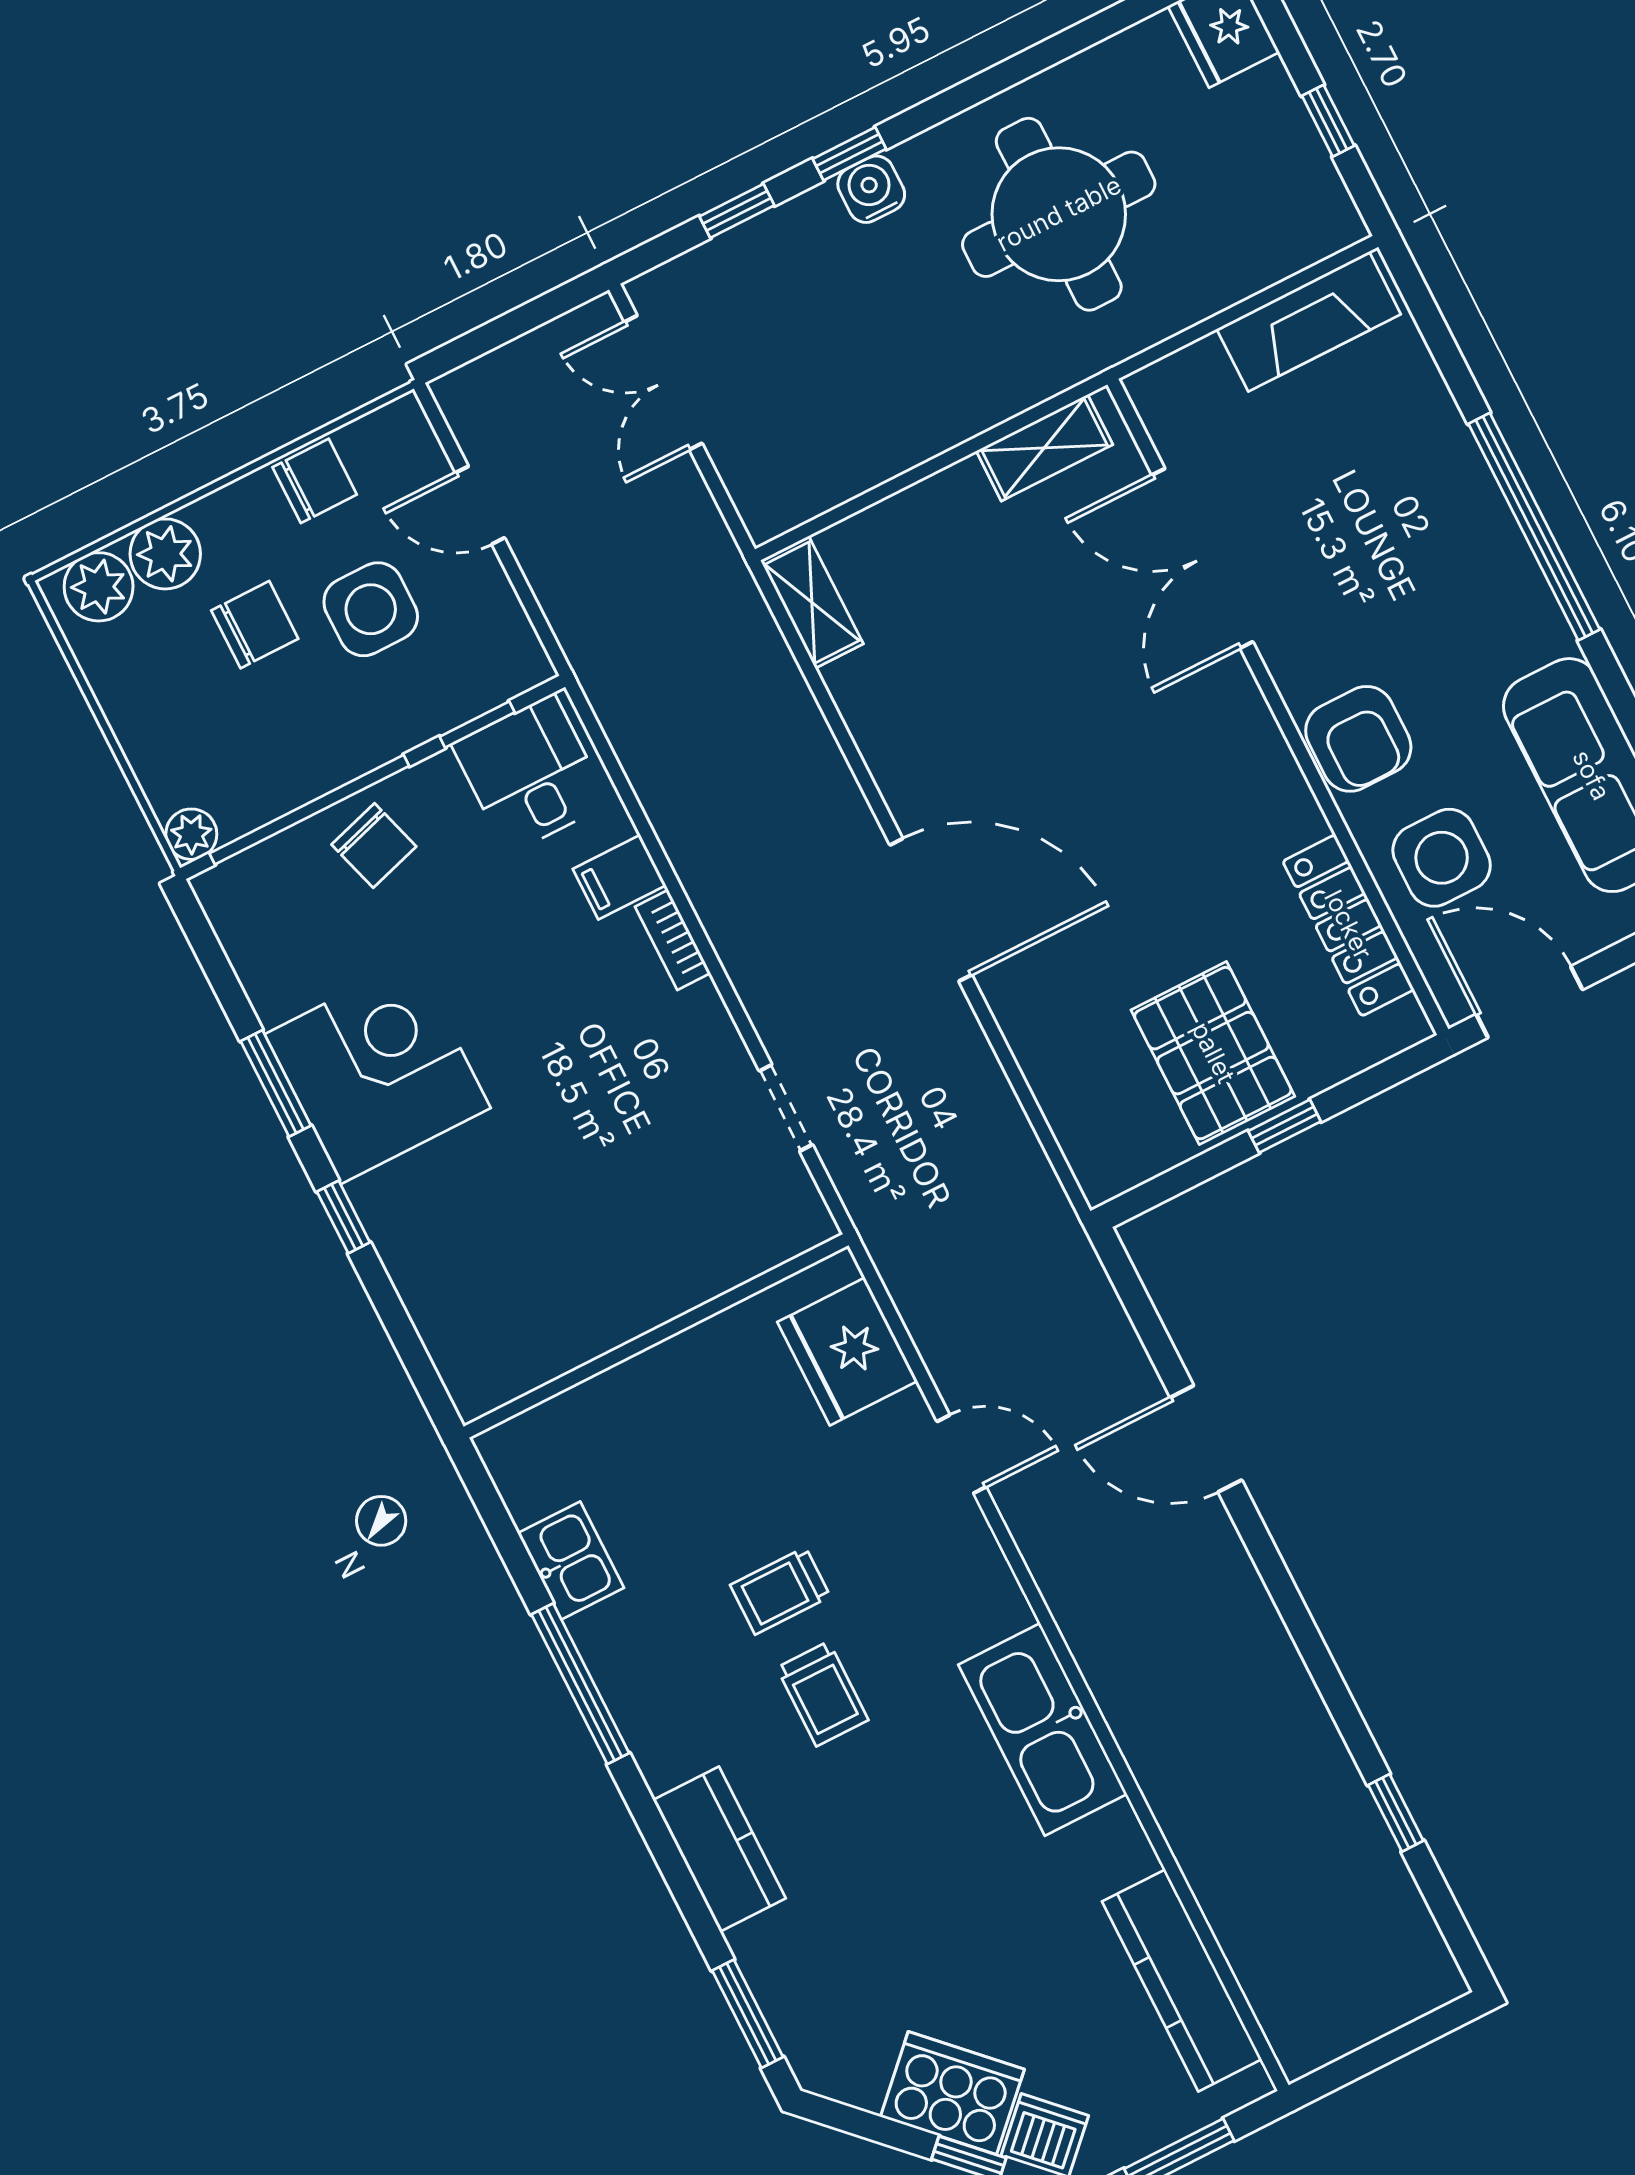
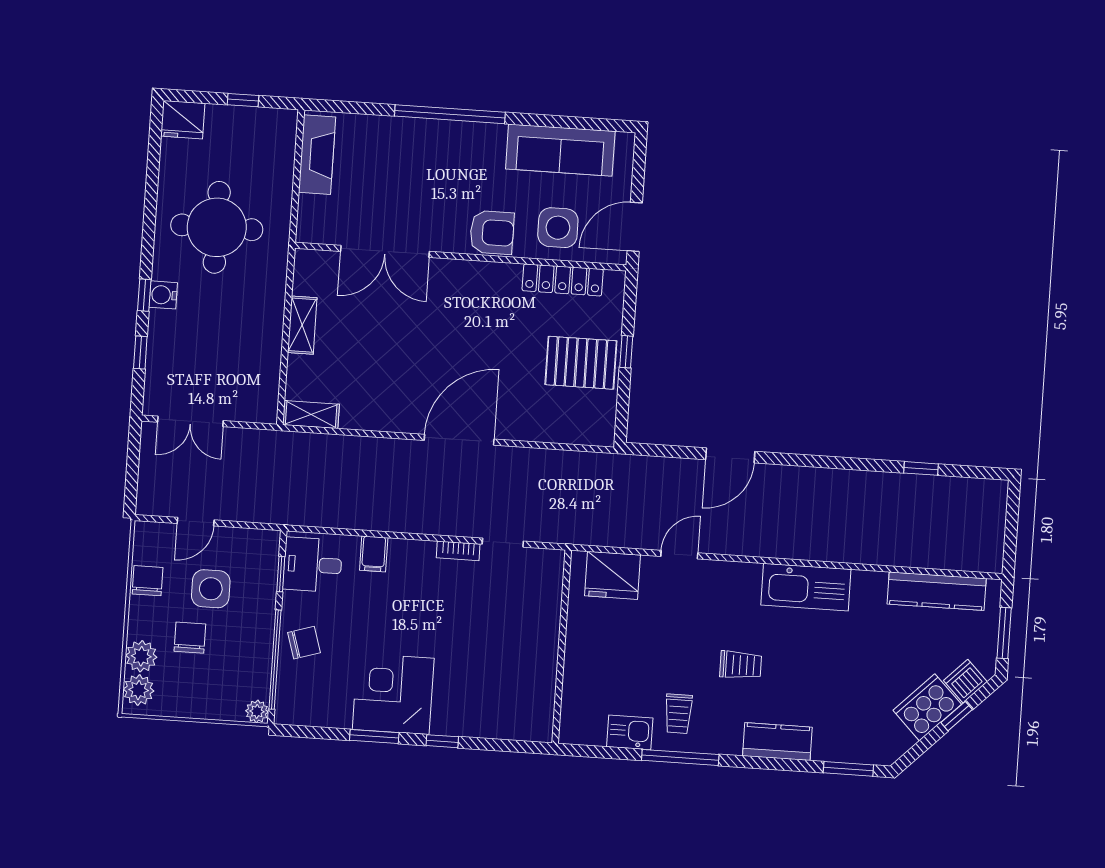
shelving: (1044, 448) -> (302, 325), moved
bookcase: (673, 940) -> (458, 551), moved
trolley: (780, 1591) -> (678, 714), moved

